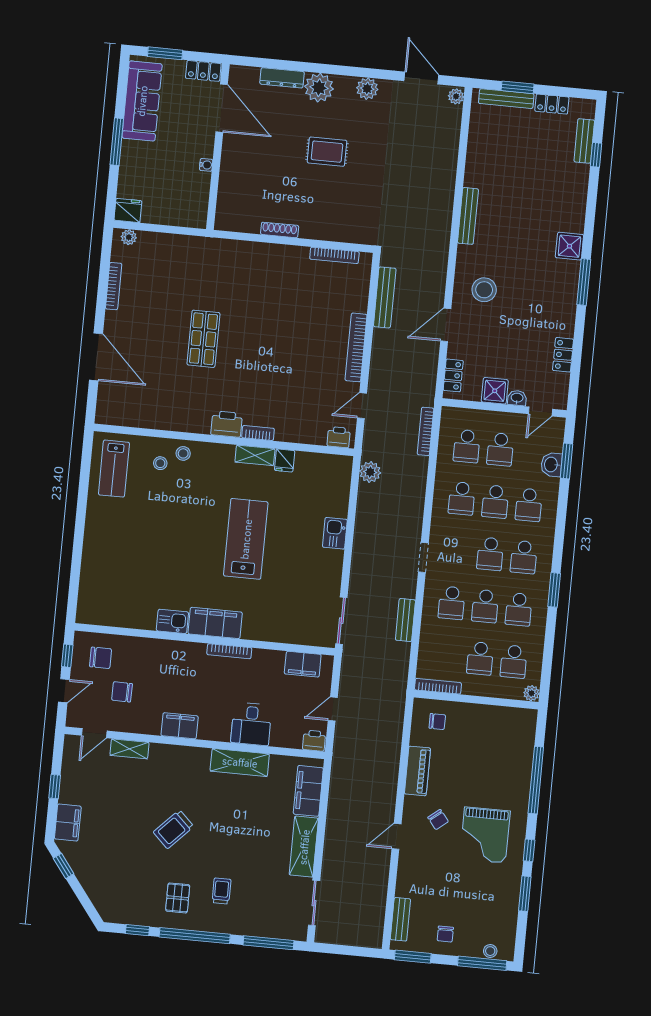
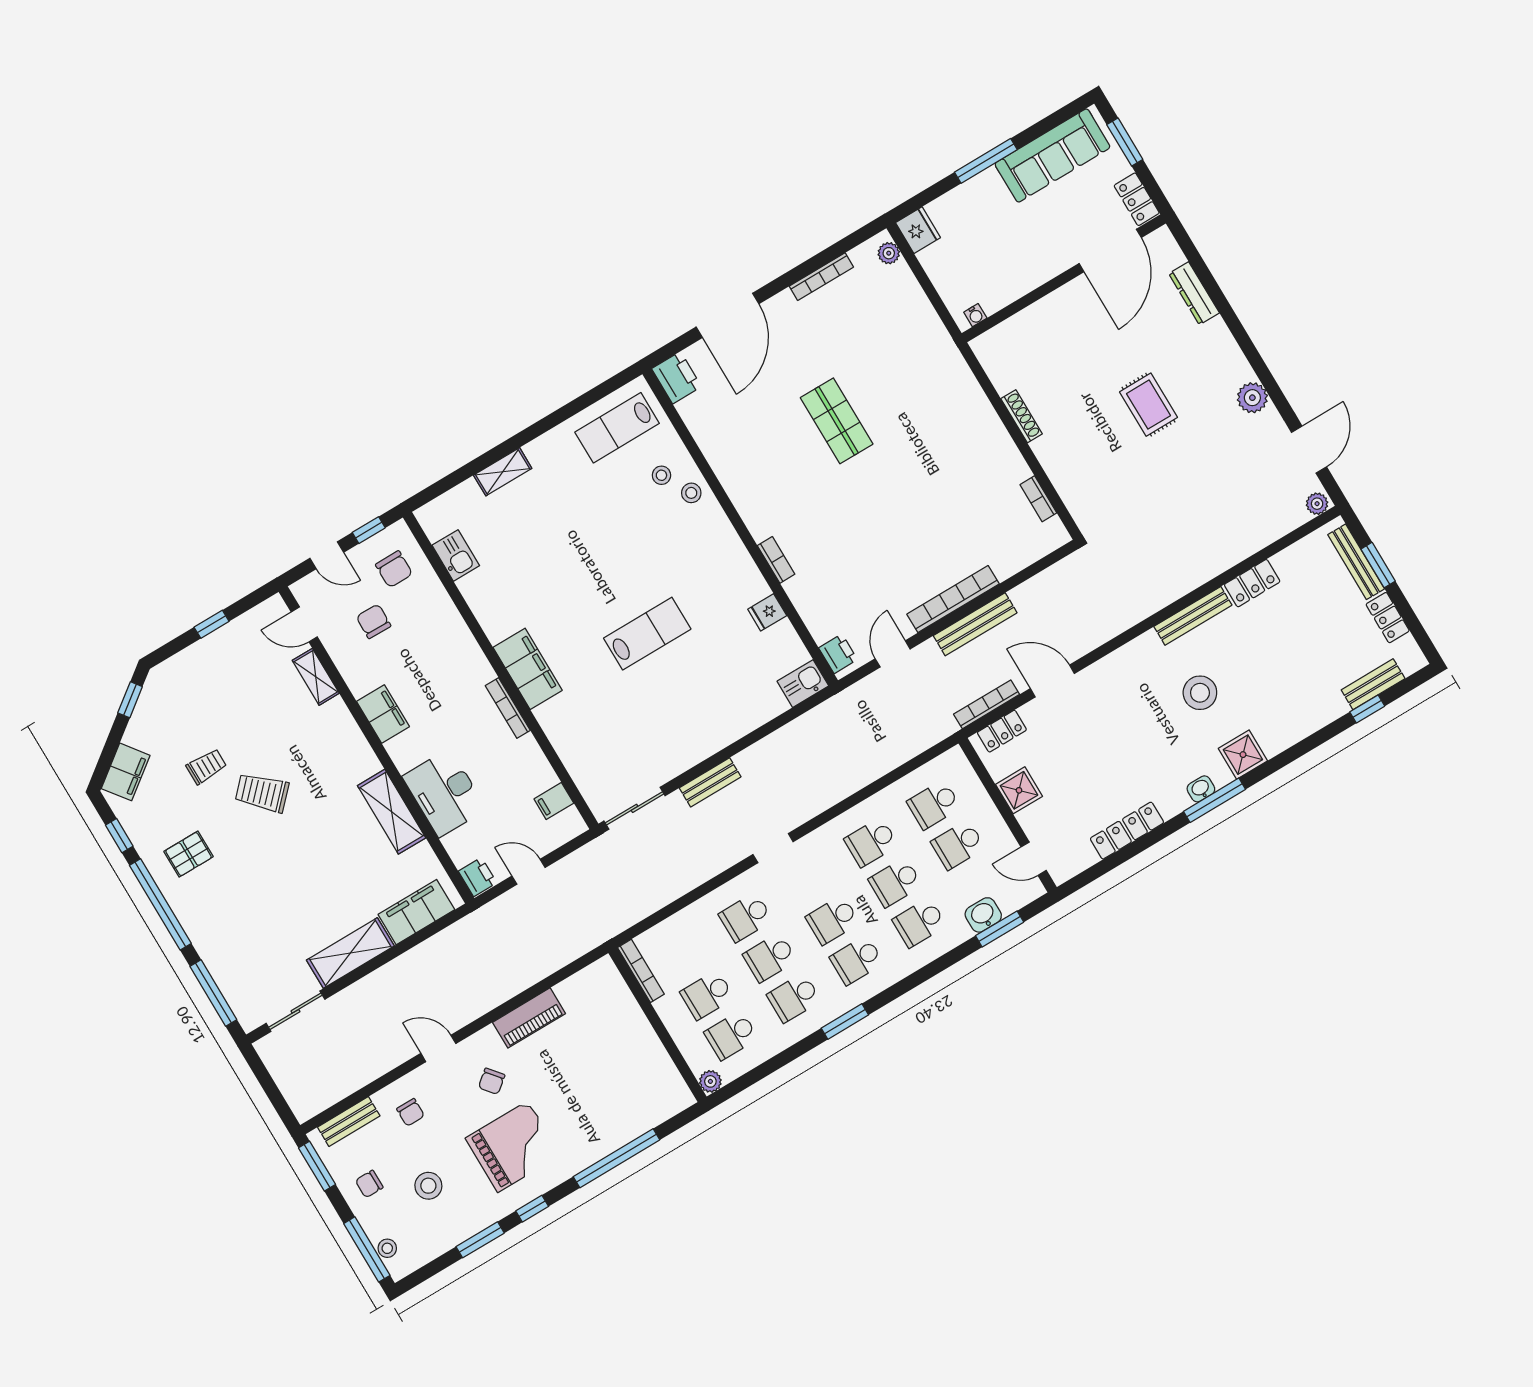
plant: (319, 88) -> (1214, 343), removed
water cooler: (206, 165) -> (975, 315), moved
locker: (474, 168) -> (1252, 583), added
bookcase: (334, 255) -> (1038, 499), width x0.64
stool: (484, 290) -> (1200, 693), moved
bench: (385, 297) -> (975, 624), moved
shop shelf: (203, 339) -> (837, 421), turned 90
locker: (563, 355) -> (1127, 831), width x1.53
washbasin: (517, 398) -> (1201, 789), moved, turned -90
door: (362, 406) -> (893, 654), hinge flipped
printer: (227, 424) -> (677, 378), moved
bookcase: (426, 431) -> (987, 704), moved
shelving: (255, 455) -> (503, 472), moved, turned 90
plant: (370, 472) -> (825, 718), removed
kitchen sink: (335, 533) -> (803, 684), moved
lab bench: (246, 539) -> (647, 634), width x0.73, depth x0.72
bench: (405, 620) -> (710, 782), moved
kitchen sink: (172, 621) -> (456, 555), moved
filing cabinet: (303, 664) -> (554, 801), width x0.50
chair: (437, 721) -> (411, 1112), moved
desk: (251, 724) -> (444, 793), width x1.37
filing cabinet: (68, 823) -> (126, 772), moved, turned -37
grand piano: (485, 835) -> (513, 1147), turned 180
trolley: (221, 891) -> (206, 766), moved
stool: (472, 901) -> (428, 1186), added

